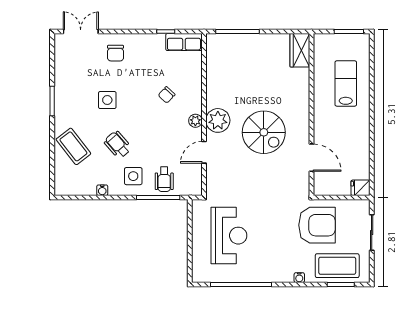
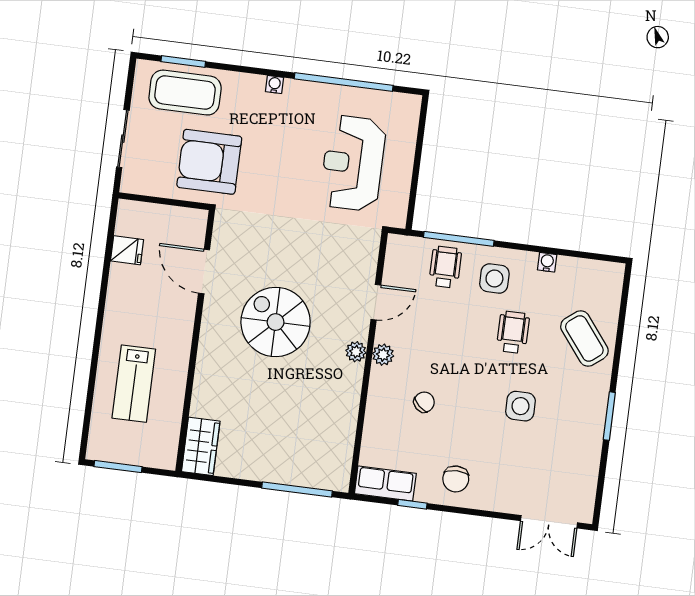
chair: (116, 53) -> (456, 479), moved, turned 180
plant: (218, 120) -> (356, 352), width x0.53, depth x0.53
wheelchair: (118, 145) -> (513, 332), turned -139
fridge: (360, 188) -> (127, 250), moved
water cooler: (299, 278) -> (274, 85), moved

